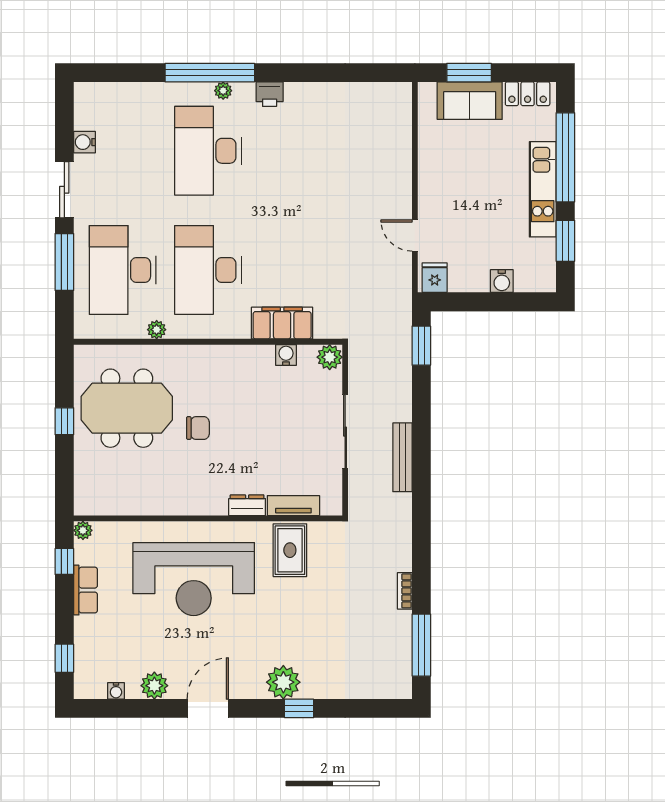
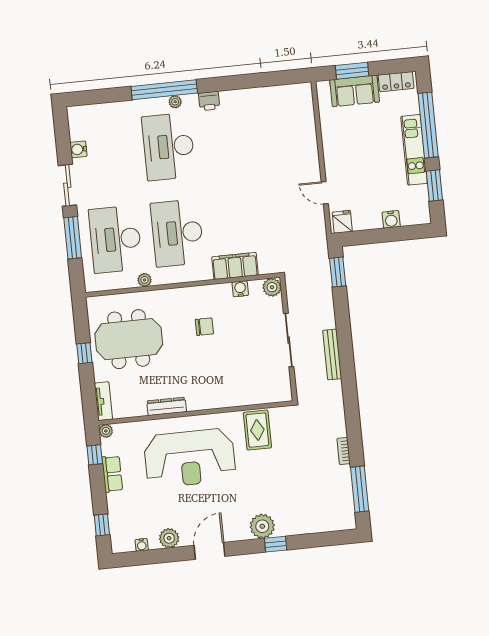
chair: (198, 428) -> (204, 327), moved
dresser: (247, 505) -> (167, 406), moved, width x1.44
tv unit: (293, 506) -> (103, 401), moved, turned 90

